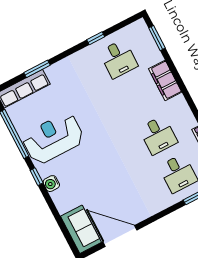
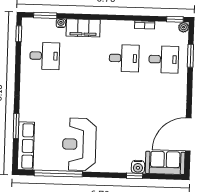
window: (96, 38) -> (19, 34), moved
water cooler: (158, 57) -> (61, 23), added
window: (37, 177) -> (135, 176), moved
water cooler: (51, 184) -> (138, 167), moved

